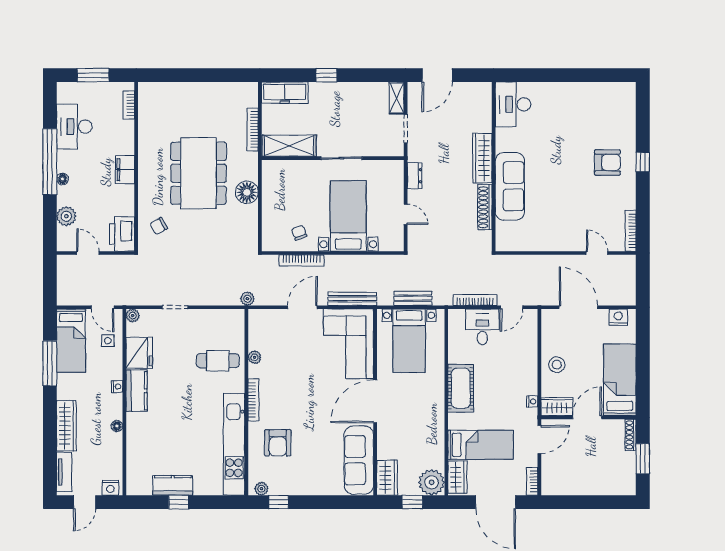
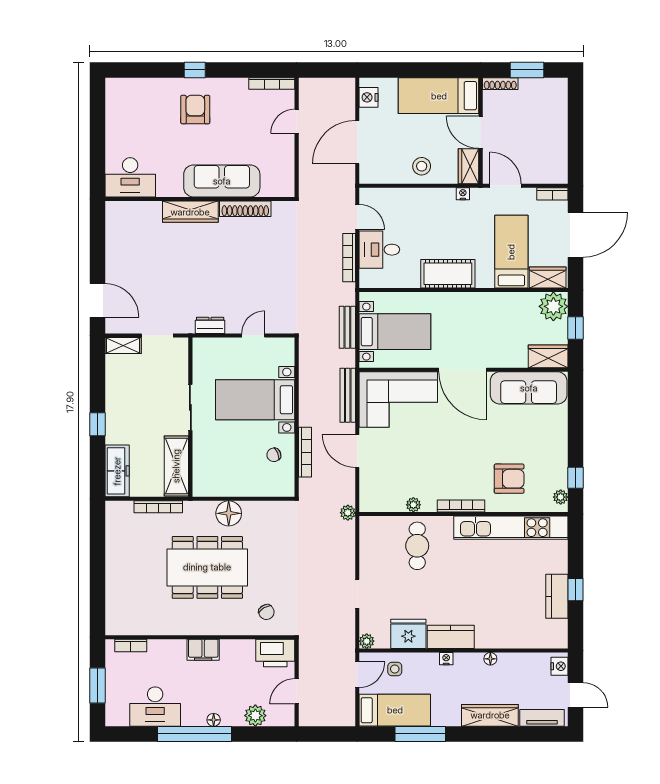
desk: (513, 104) -> (130, 177), moved
wardrobe: (482, 158) -> (190, 212), moved
wall: (494, 167) -> (200, 199), moved
sofa: (510, 186) -> (222, 181), moved
shoe rack: (485, 207) -> (245, 209), moved

